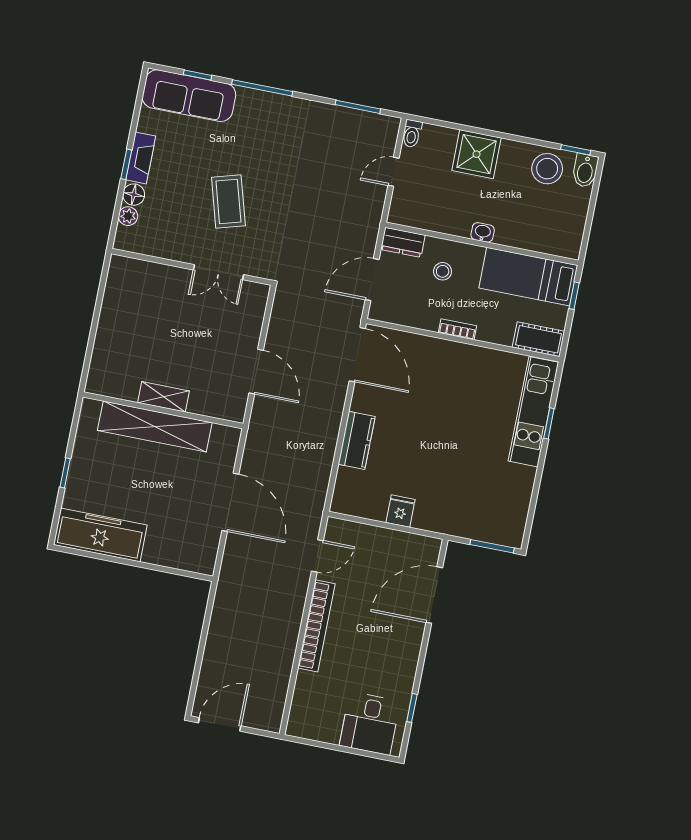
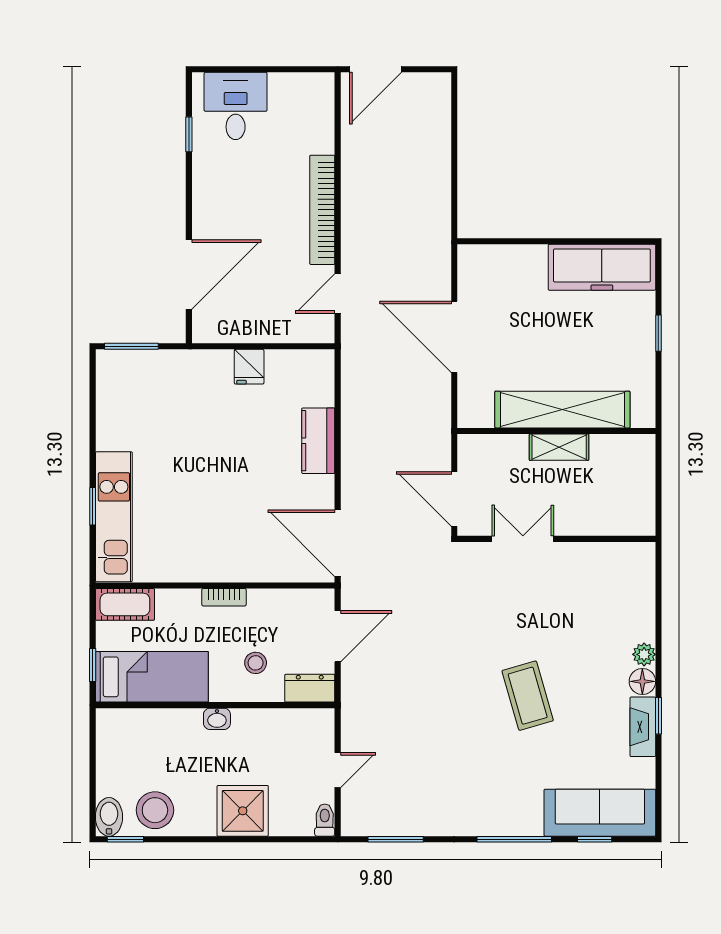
wall: (191, 267) -> (556, 539), moved
double door: (218, 272) -> (523, 539), moved
door: (220, 724) -> (376, 69), moved

